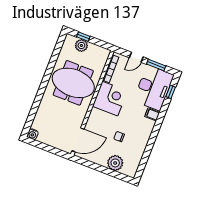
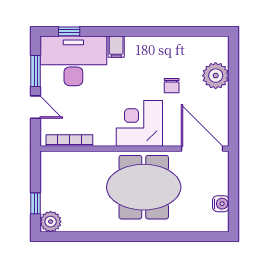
plant: (81, 45) -> (51, 222), moved
meeting table: (73, 83) -> (144, 187), moved, turned 90
corner desk: (110, 99) -> (139, 123), moved
water cooler: (33, 134) -> (221, 204), moved

